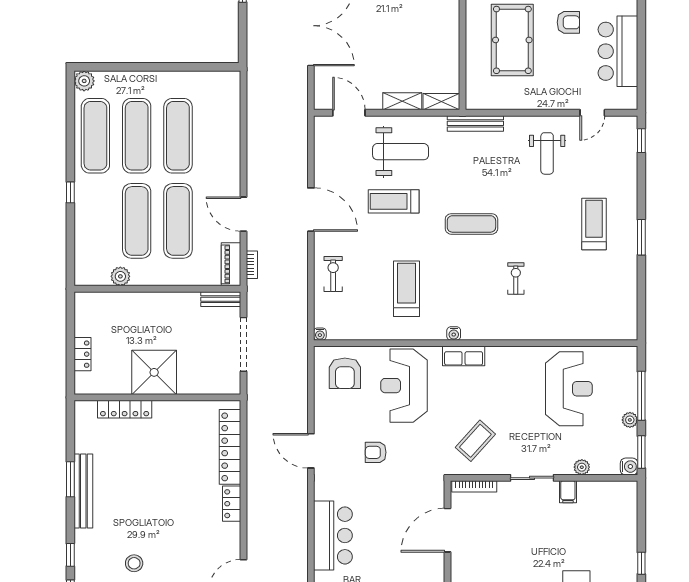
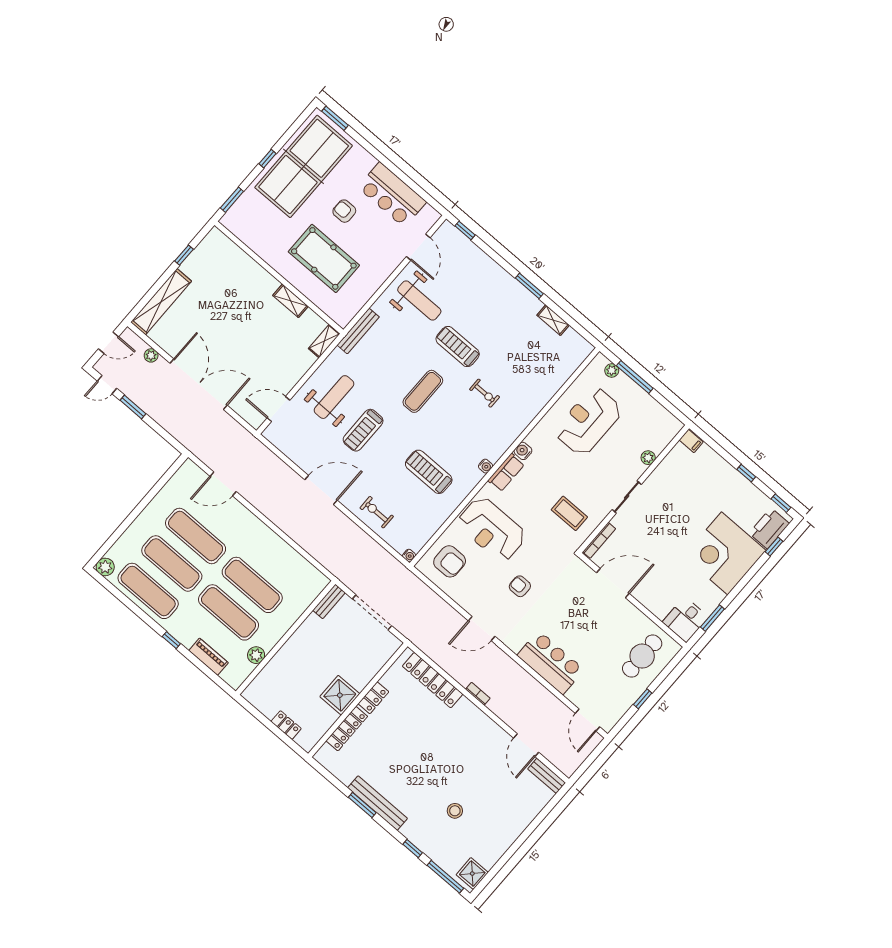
armchair: (568, 22) -> (344, 211), turned -90
shelving: (402, 101) -> (290, 301), moved, turned 90
door: (592, 113) -> (418, 247), width x1.38
weight bench: (547, 153) -> (419, 300), width x1.36, depth x1.33
door: (243, 214) -> (223, 484), moved
treadmill: (594, 224) -> (458, 347), moved
piano: (231, 264) -> (208, 657), moved, turned 180
bookcase: (252, 265) -> (478, 694), moved
exercise bike: (516, 278) -> (485, 393), turned 180
shelving: (630, 283) -> (553, 320), added
shower: (154, 372) -> (340, 695), width x0.73, depth x0.73
reception desk: (569, 389) -> (588, 421), turned -90
plant: (630, 420) -> (612, 370), moved
coffee table: (475, 441) -> (569, 513), turned -42
armchair: (376, 452) -> (520, 586), turned 90
window: (641, 452) -> (672, 409), removed
water cooler: (629, 467) -> (523, 451), moved, turned -90
filing cabinet: (568, 492) -> (691, 441), moved
locker: (232, 504) -> (373, 698), moved, turned -90
door: (448, 530) -> (613, 583), swing flipped

